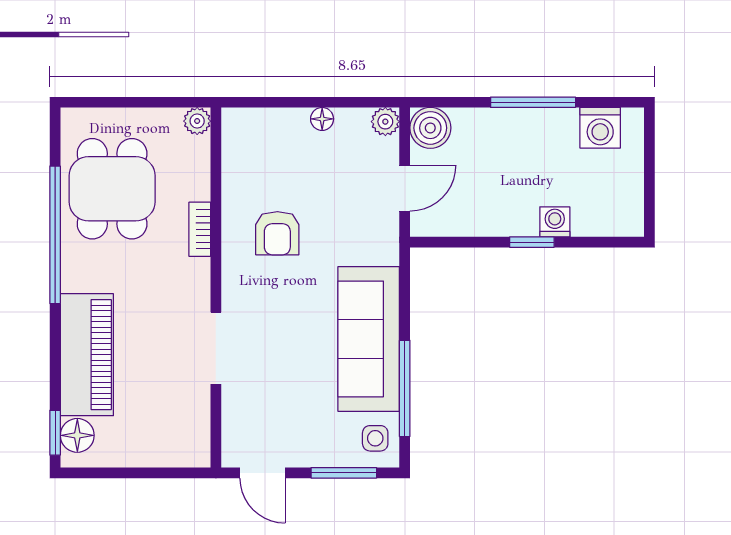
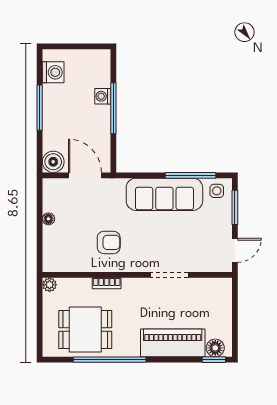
plant: (385, 122) -> (50, 186), removed
door: (405, 188) -> (85, 175), width x1.38
window: (532, 242) -> (113, 108), width x2.17

